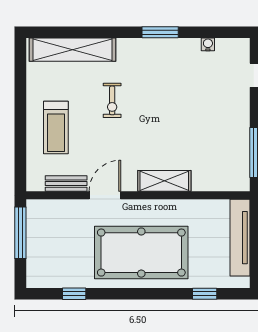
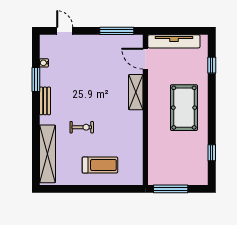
window: (160, 32) -> (36, 80), moved
bench: (66, 184) -> (45, 101), moved
door: (105, 195) -> (145, 59), moved
pool table: (141, 253) -> (184, 108), width x0.73, depth x0.76

